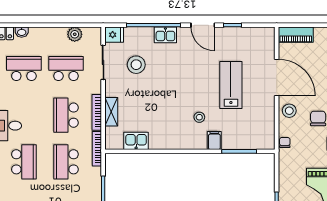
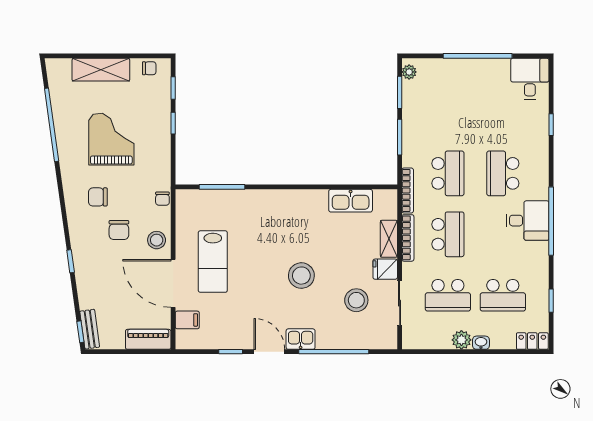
washbasin: (22, 32) -> (481, 343), moved
plant: (75, 34) -> (461, 340), moved
fridge: (114, 35) -> (385, 269), moved
kitchen sink: (165, 35) -> (301, 339), moved
lab bench: (231, 85) -> (213, 262), moved
stool: (199, 117) -> (301, 276), moved, width x1.89, depth x1.89
kitchen sink: (136, 141) -> (351, 201), width x1.38
filing cabinet: (214, 141) -> (187, 320), moved, turned -90

